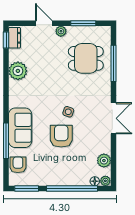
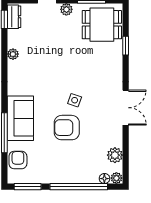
dining table: (86, 58) -> (102, 25), moved
window: (113, 63) -> (126, 46), width x0.46
plant: (18, 71) -> (13, 54), width x0.53, depth x0.53
armchair: (61, 136) -> (67, 128), turned -90

